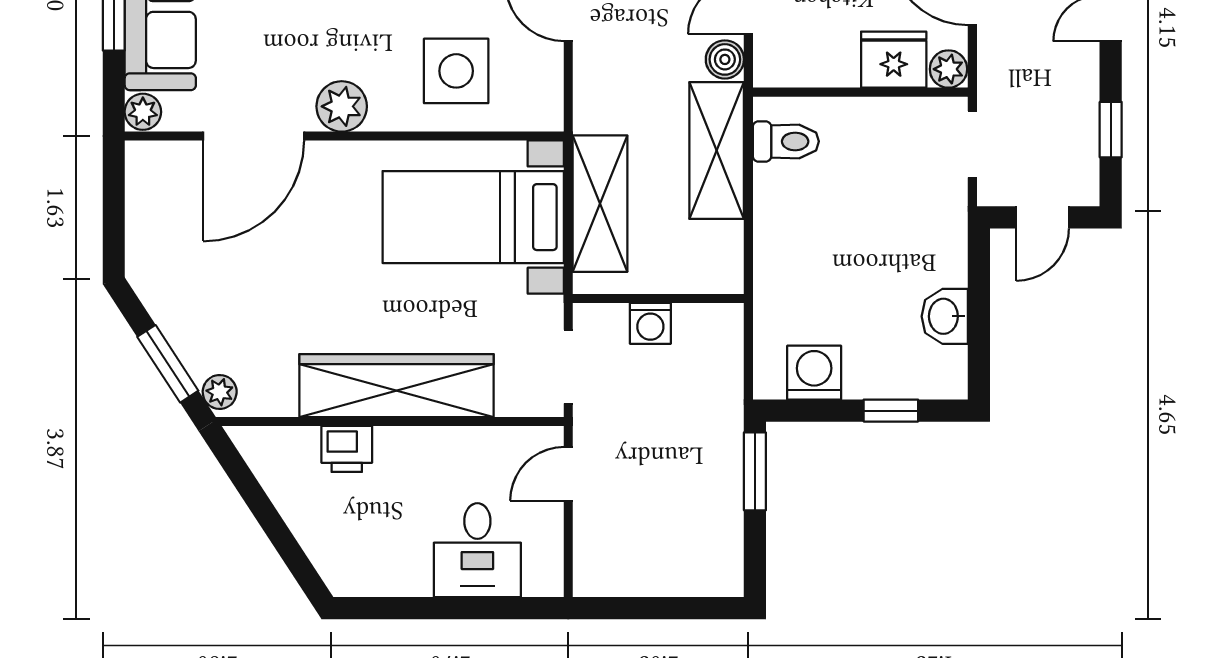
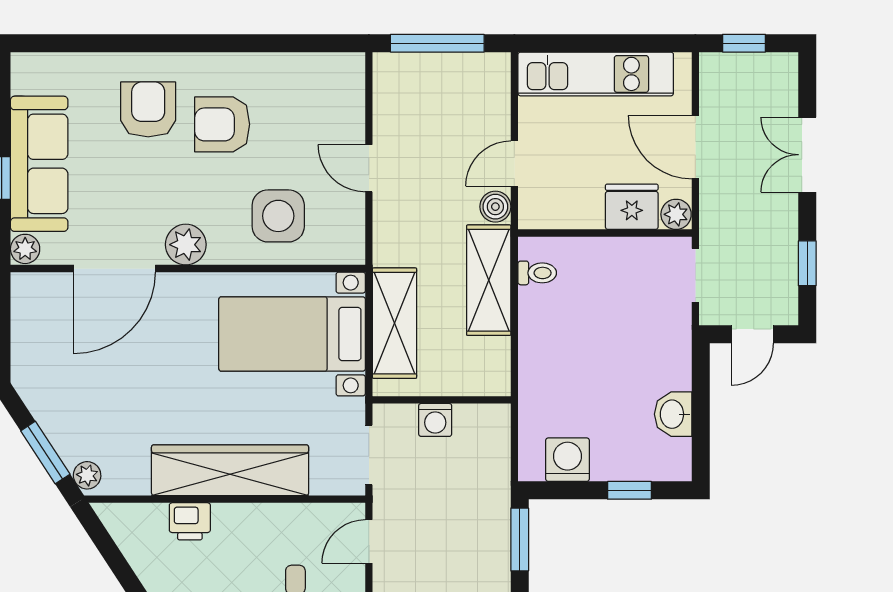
toilet: (786, 141) -> (537, 273), width x0.73, depth x0.72

